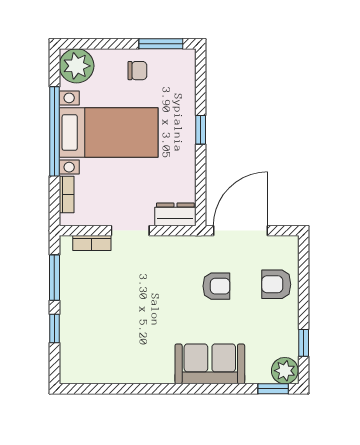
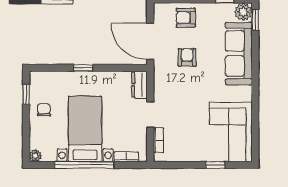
window: (161, 44) -> (26, 94), width x0.67
plant: (77, 66) -> (35, 156), width x0.53, depth x0.53
window: (54, 278) -> (181, 165), removed
armchair: (276, 284) -> (186, 18), turned 90
corner sofa: (104, 352) -> (231, 132), added
sofa: (210, 364) -> (239, 53), width x1.36

